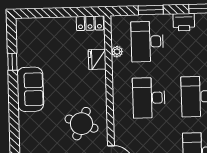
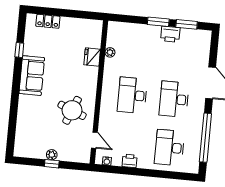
window: (151, 10) -> (158, 22), moved
locker: (90, 23) -> (48, 21), moved
desk: (147, 42) -> (137, 47), removed

